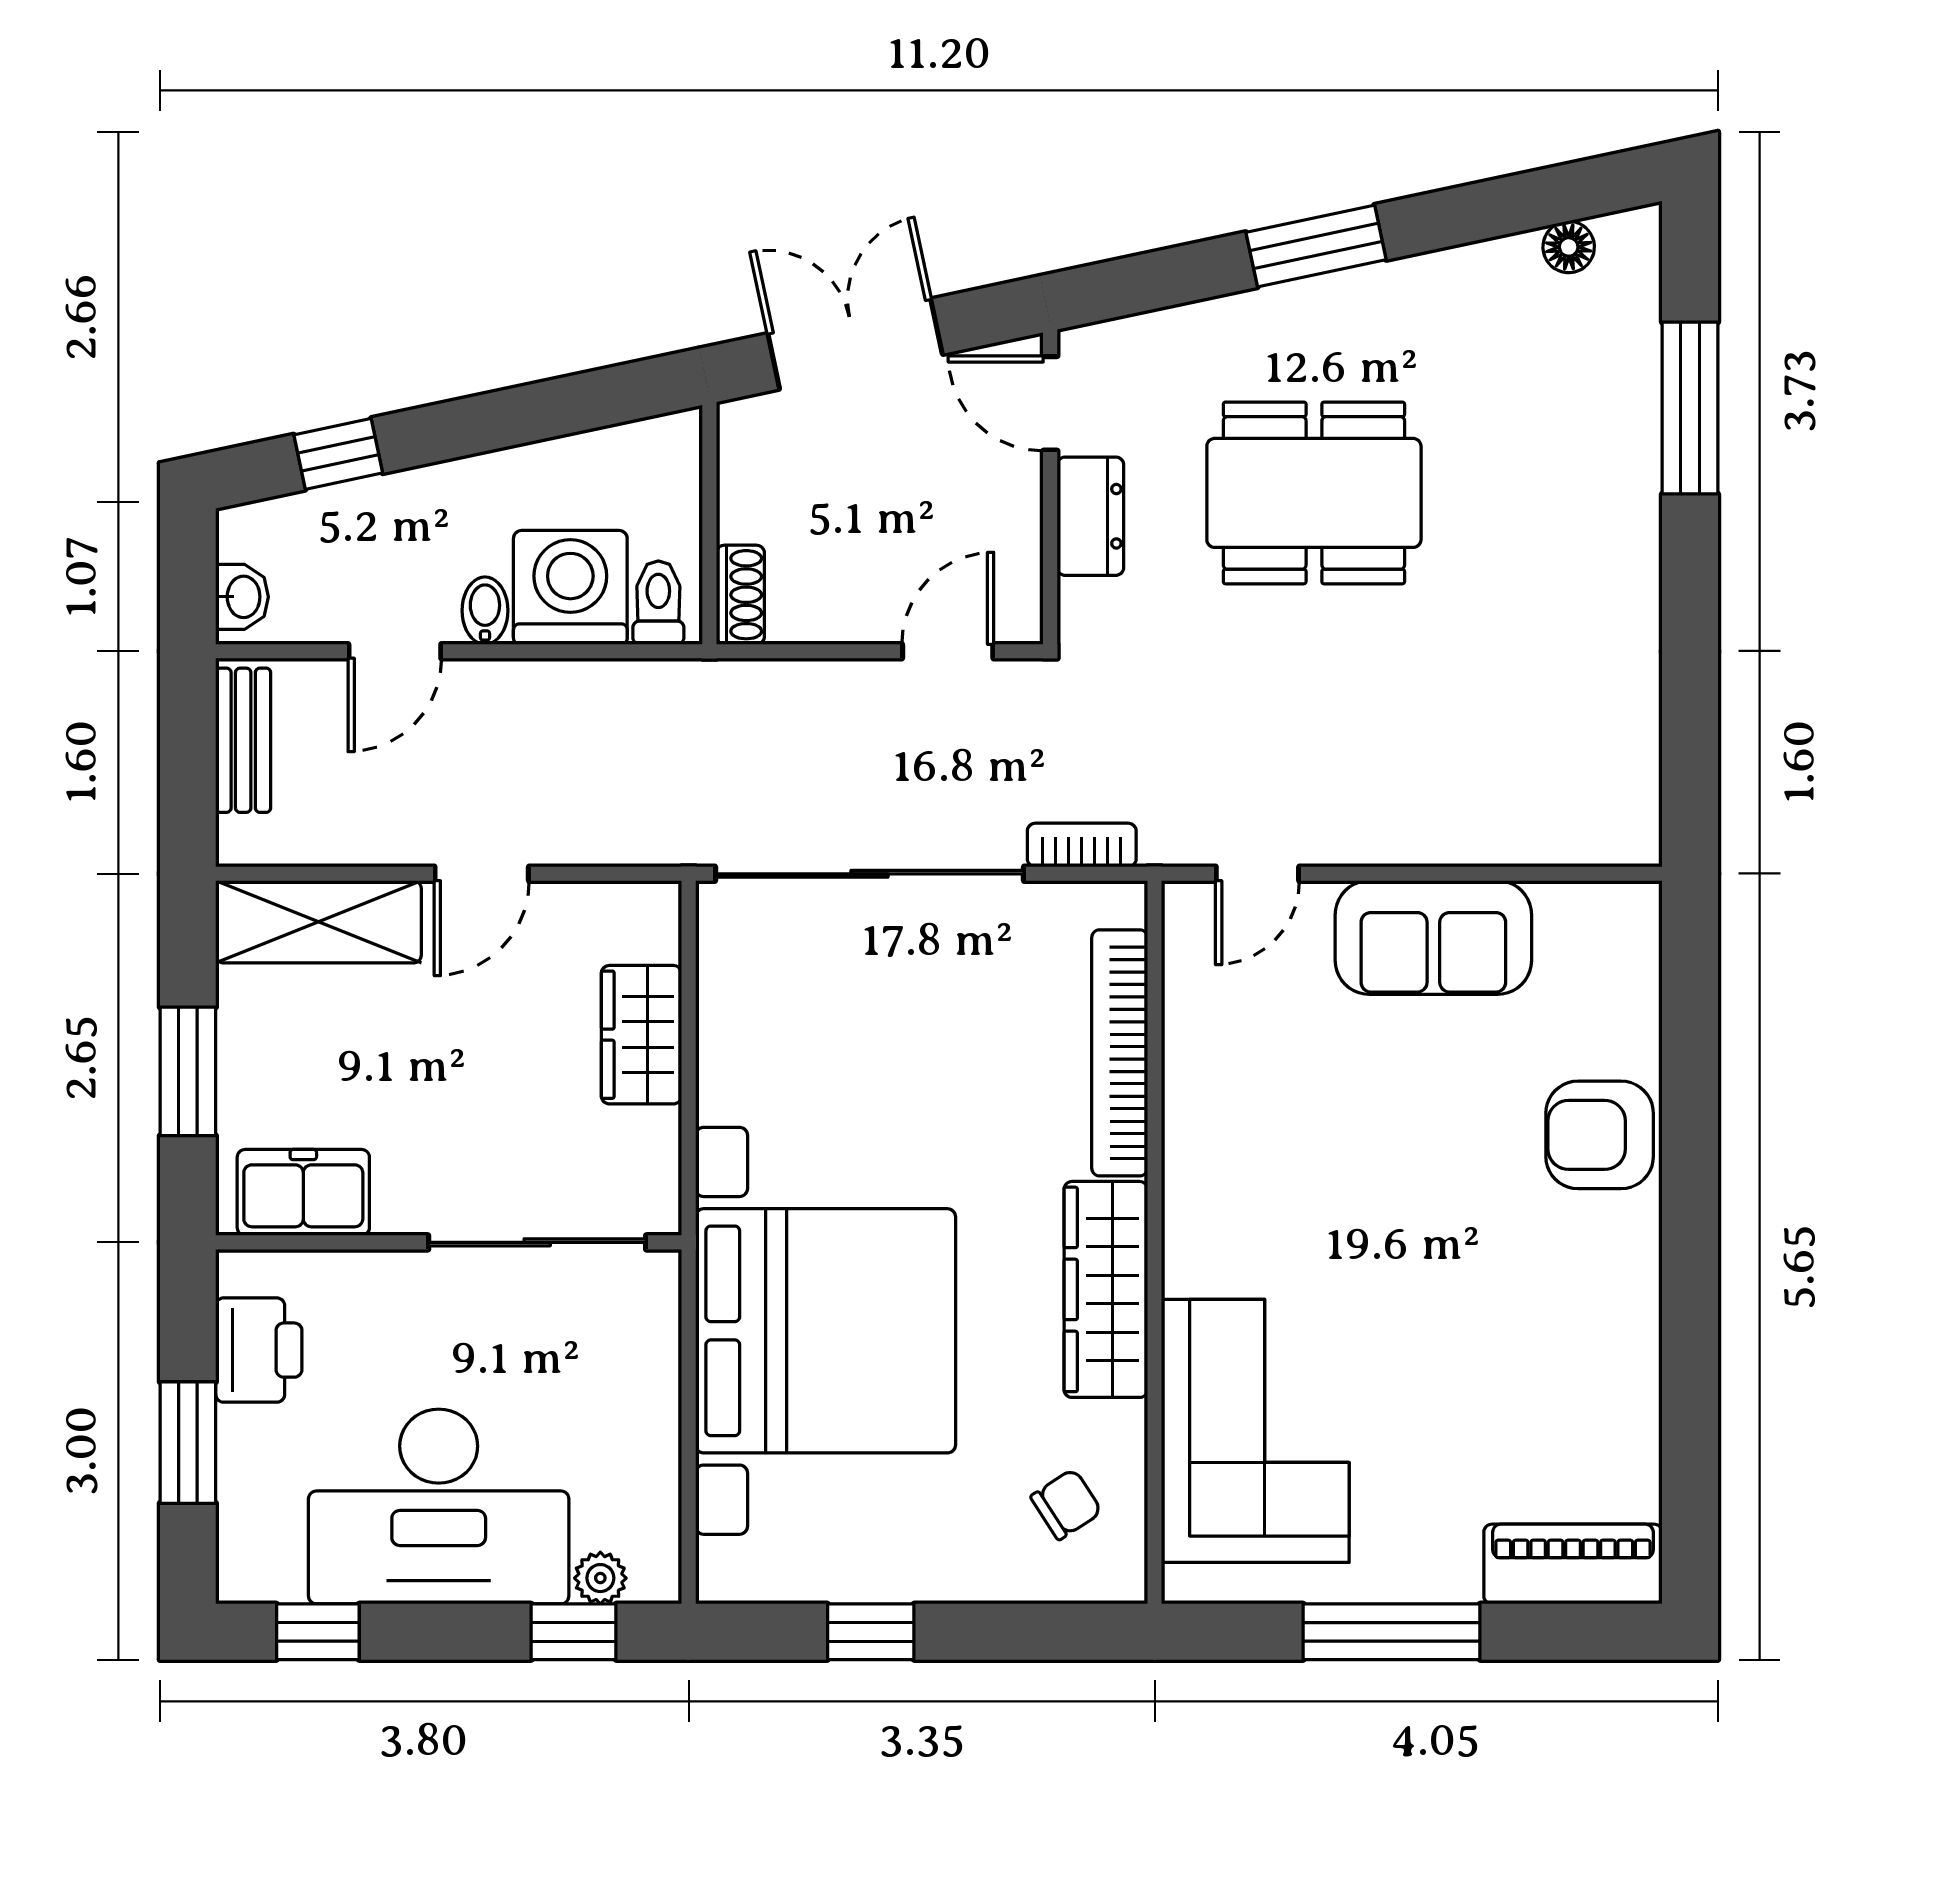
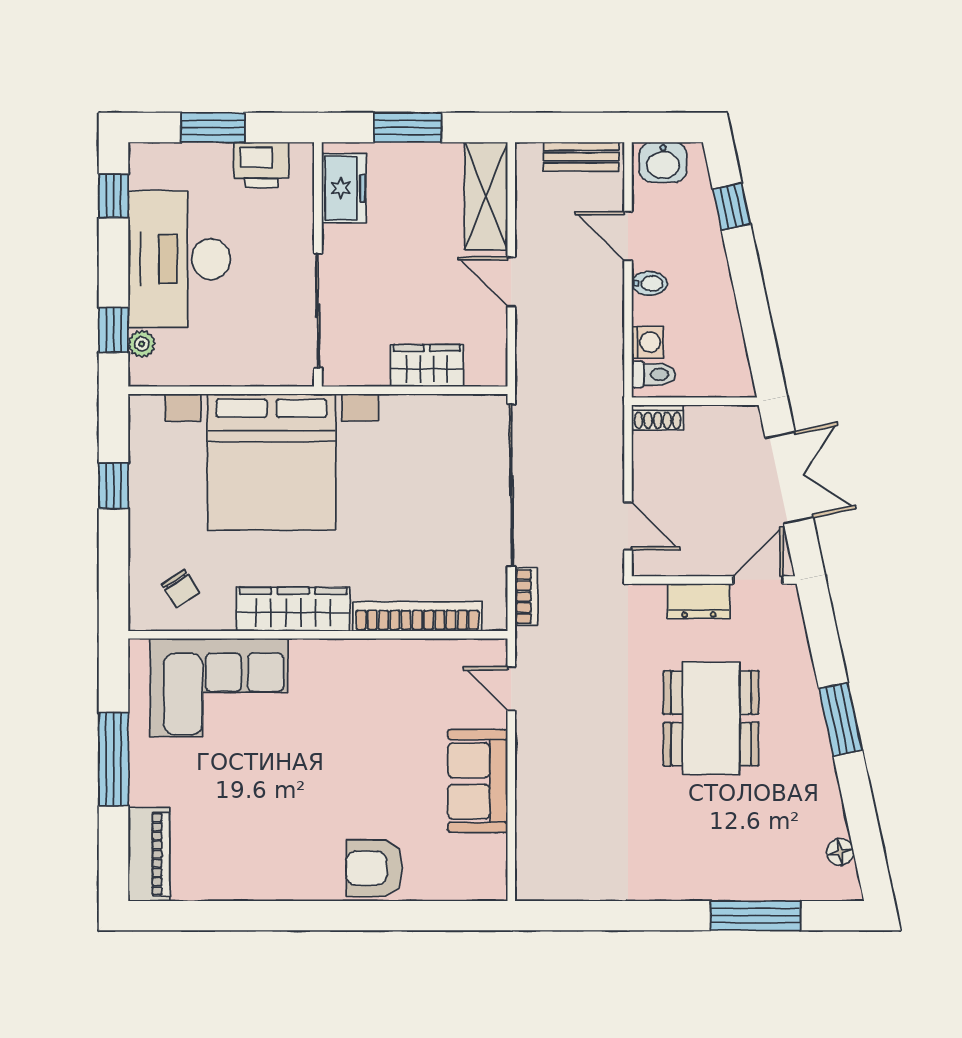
washing machine: (570, 587) -> (647, 342), width x0.53, depth x0.53
washbasin: (242, 597) -> (663, 162), width x1.38, depth x1.45
armchair: (1600, 1135) -> (374, 868), turned -90

